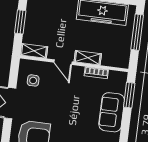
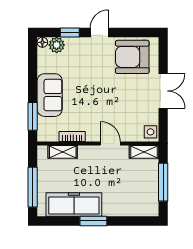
window: (20, 22) -> (163, 182), width x1.44
shelving: (88, 58) -> (63, 152), moved
side table: (33, 80) -> (150, 132), moved

